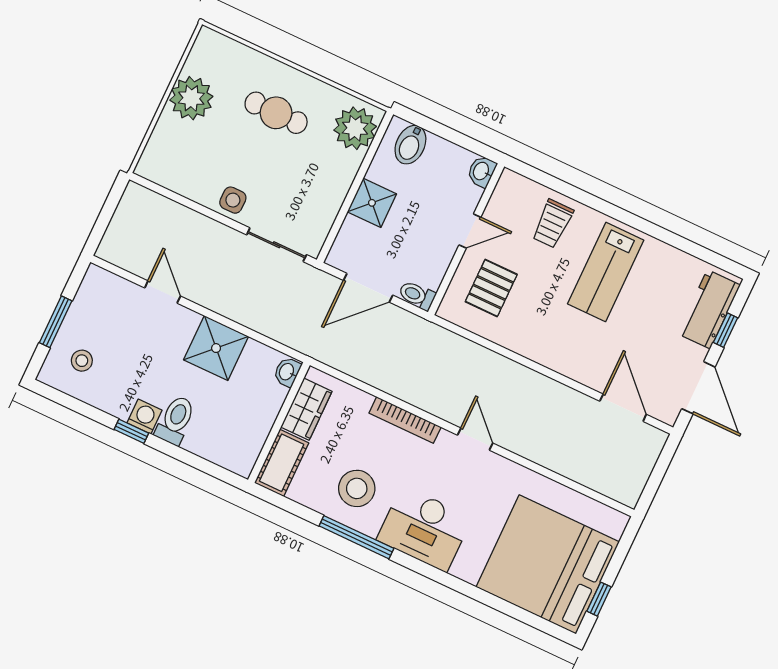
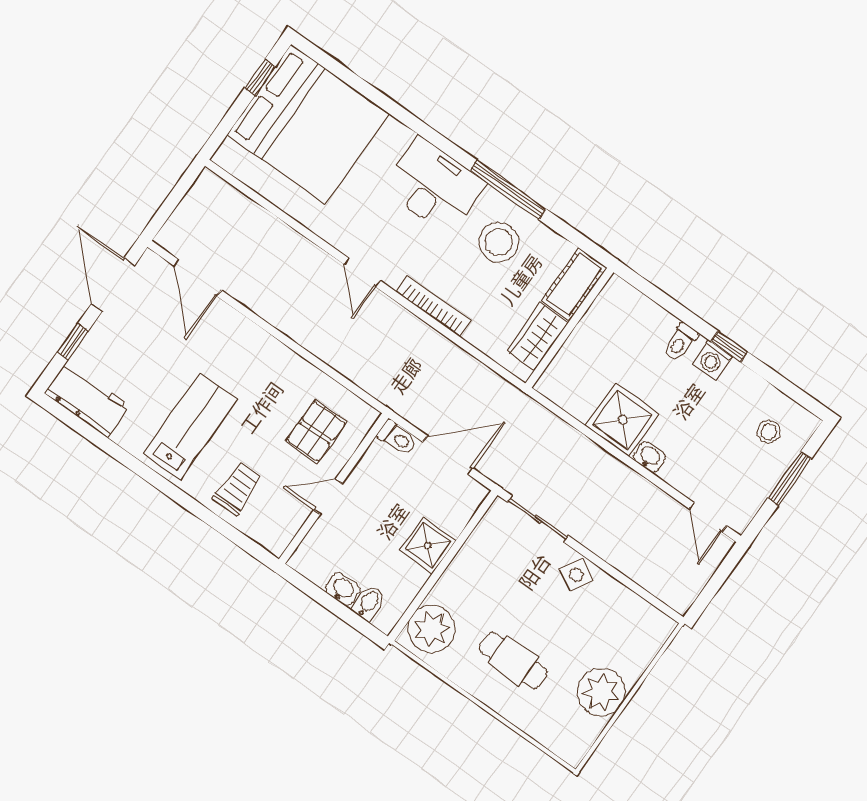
bidet: (410, 145) -> (368, 603), width x0.72, depth x0.74
washbasin: (482, 171) -> (343, 589), moved, turned -90
side table: (233, 200) -> (576, 575), turned 30
door: (163, 292) -> (708, 517), moved
workbench: (709, 309) -> (87, 399), moved, turned -90
washbasin: (287, 372) -> (649, 457), moved, turned -90
toilet: (176, 420) -> (680, 342), width x0.73, depth x0.72

